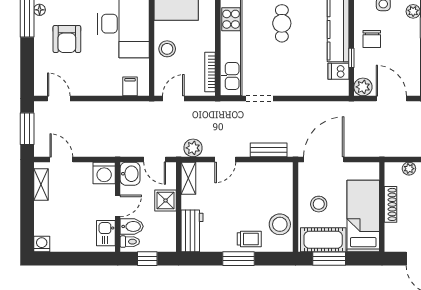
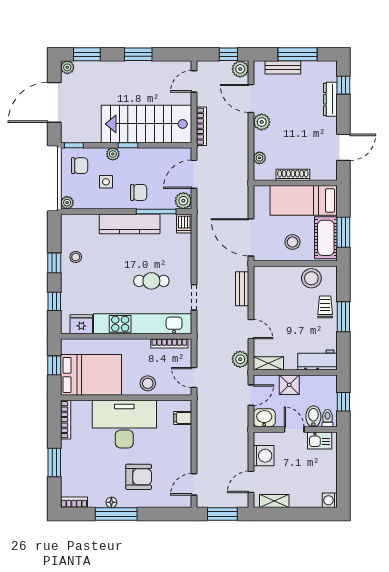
cafe table: (282, 23) -> (151, 281), moved
window: (351, 58) -> (156, 211), width x2.17
dishwasher: (339, 71) -> (184, 224), moved
washing machine: (104, 173) -> (264, 456), moved

